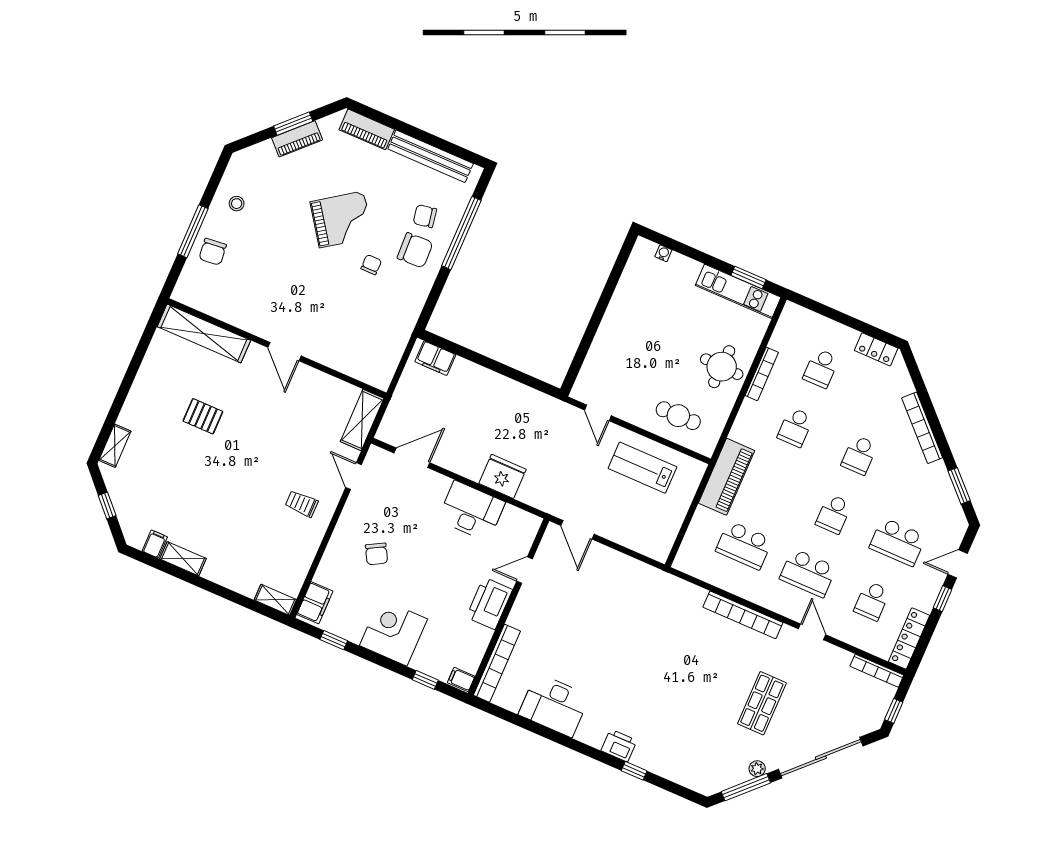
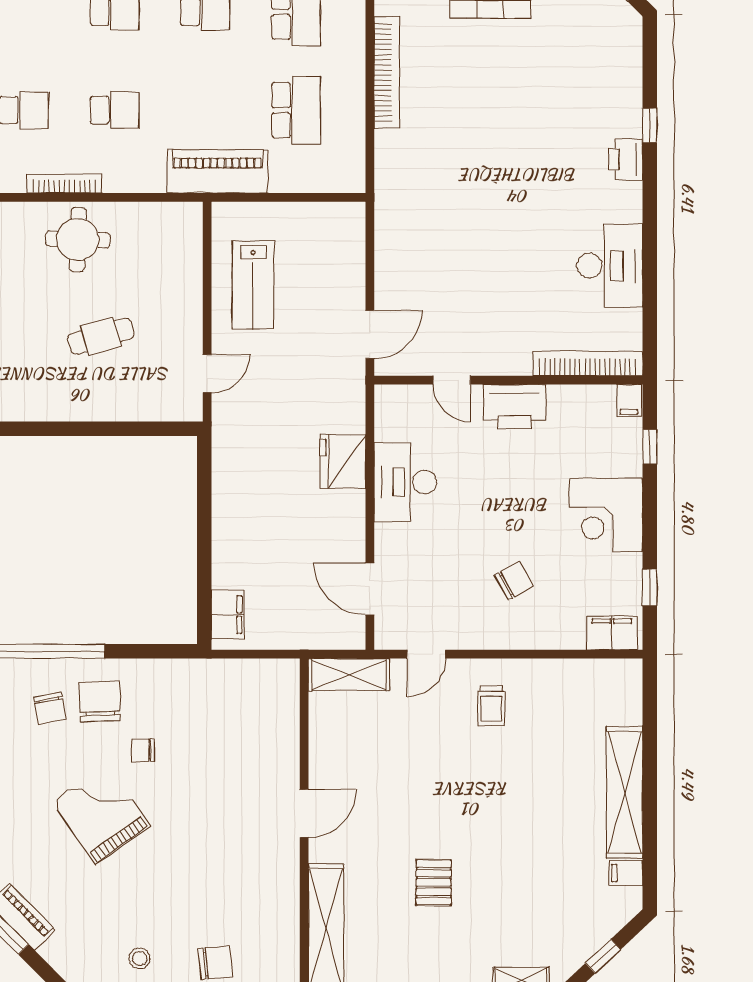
cafe table: (678, 416) -> (101, 336), moved, turned 74
shelving: (183, 559) -> (625, 792), width x2.20, depth x1.33
shelving: (275, 600) -> (630, 686), removed

